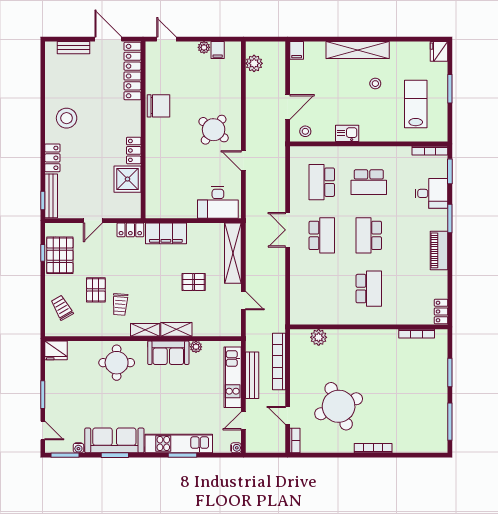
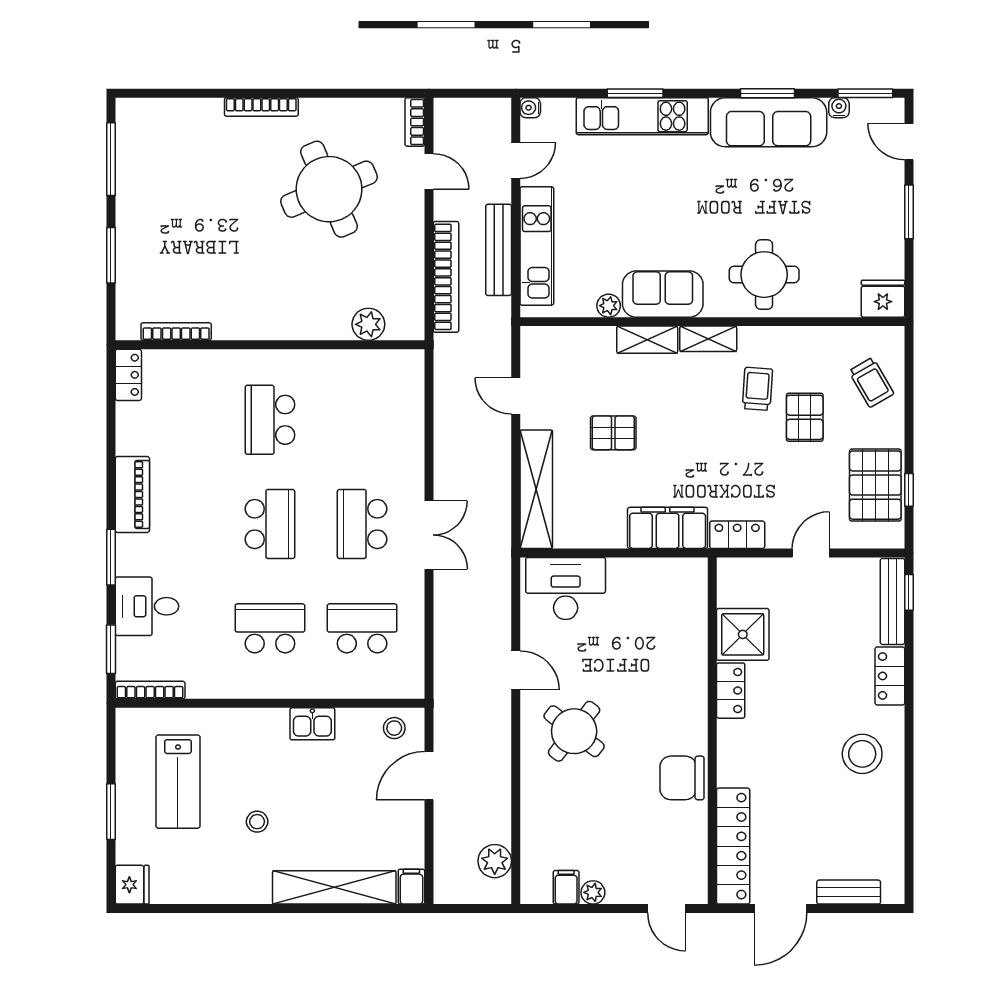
door: (108, 39) -> (780, 909), hinge flipped
shelving: (358, 50) -> (334, 887), moved
school desk: (322, 182) -> (362, 628), turned -90

